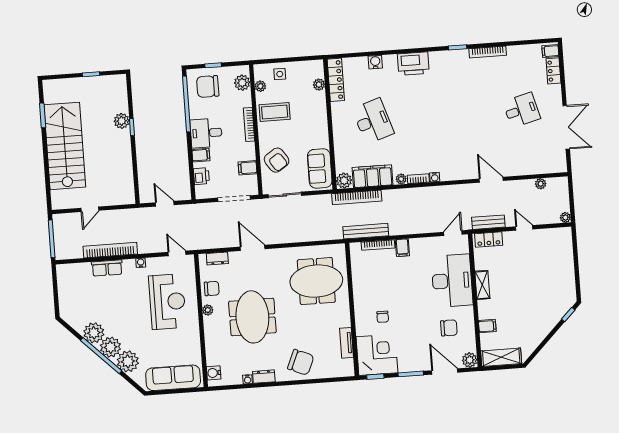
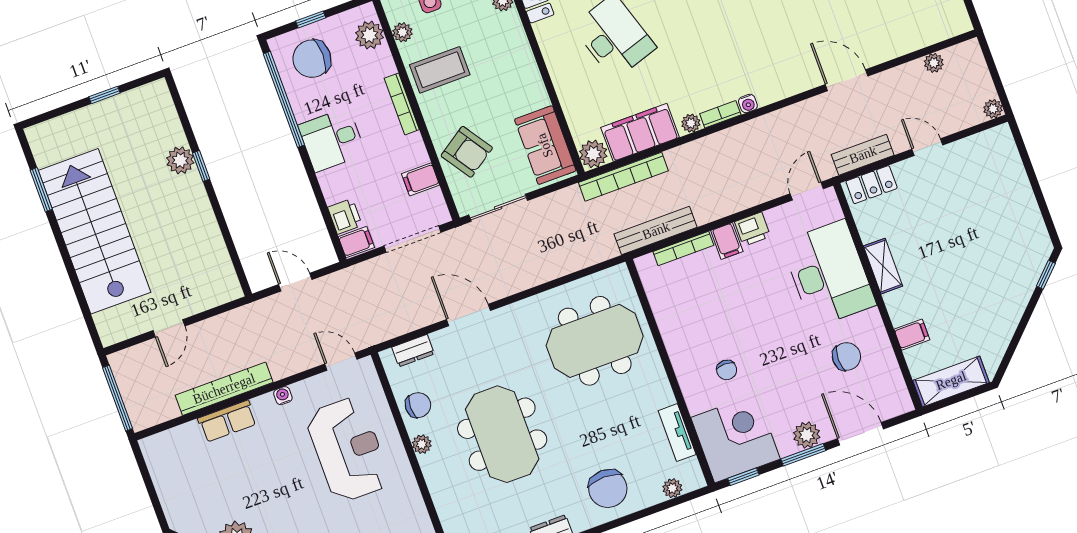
filing cabinet: (201, 155) -> (356, 242), moved
printer: (418, 245) -> (752, 229), added
plant: (470, 360) -> (807, 435), moved
chair: (301, 362) -> (608, 489), turned 67
plant: (335, 372) -> (672, 488), added

